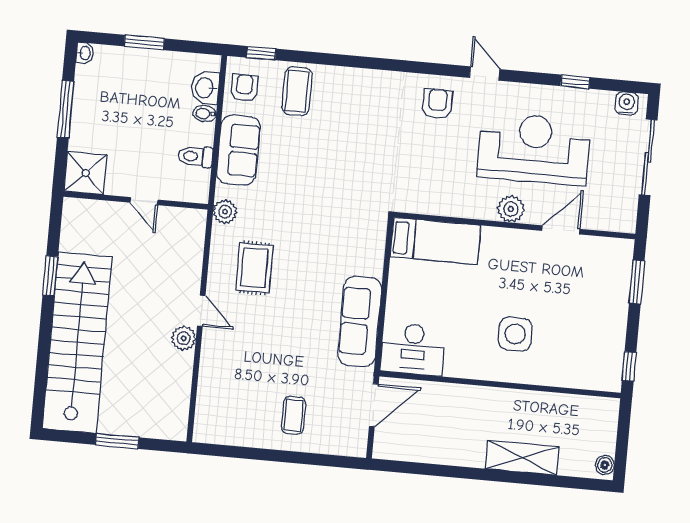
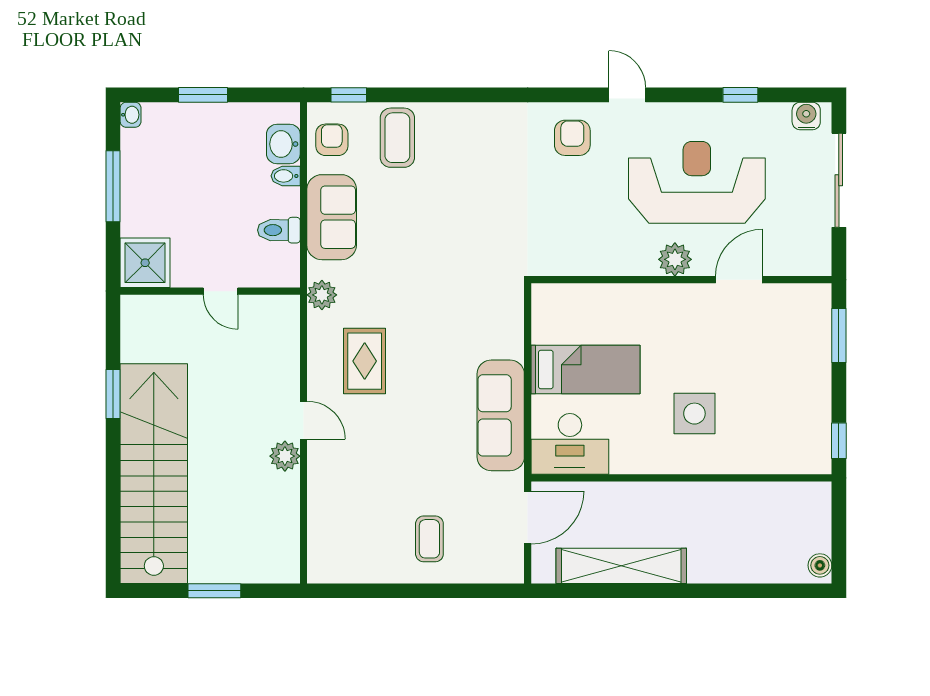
bed: (436, 241) -> (585, 370), moved
shelving: (522, 458) -> (621, 566), moved, width x1.47

